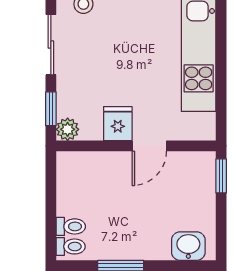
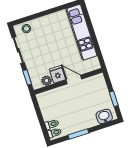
plant: (68, 129) -> (47, 81), moved
door: (149, 146) -> (74, 79), swing flipped
window: (221, 176) -> (114, 99), moved

